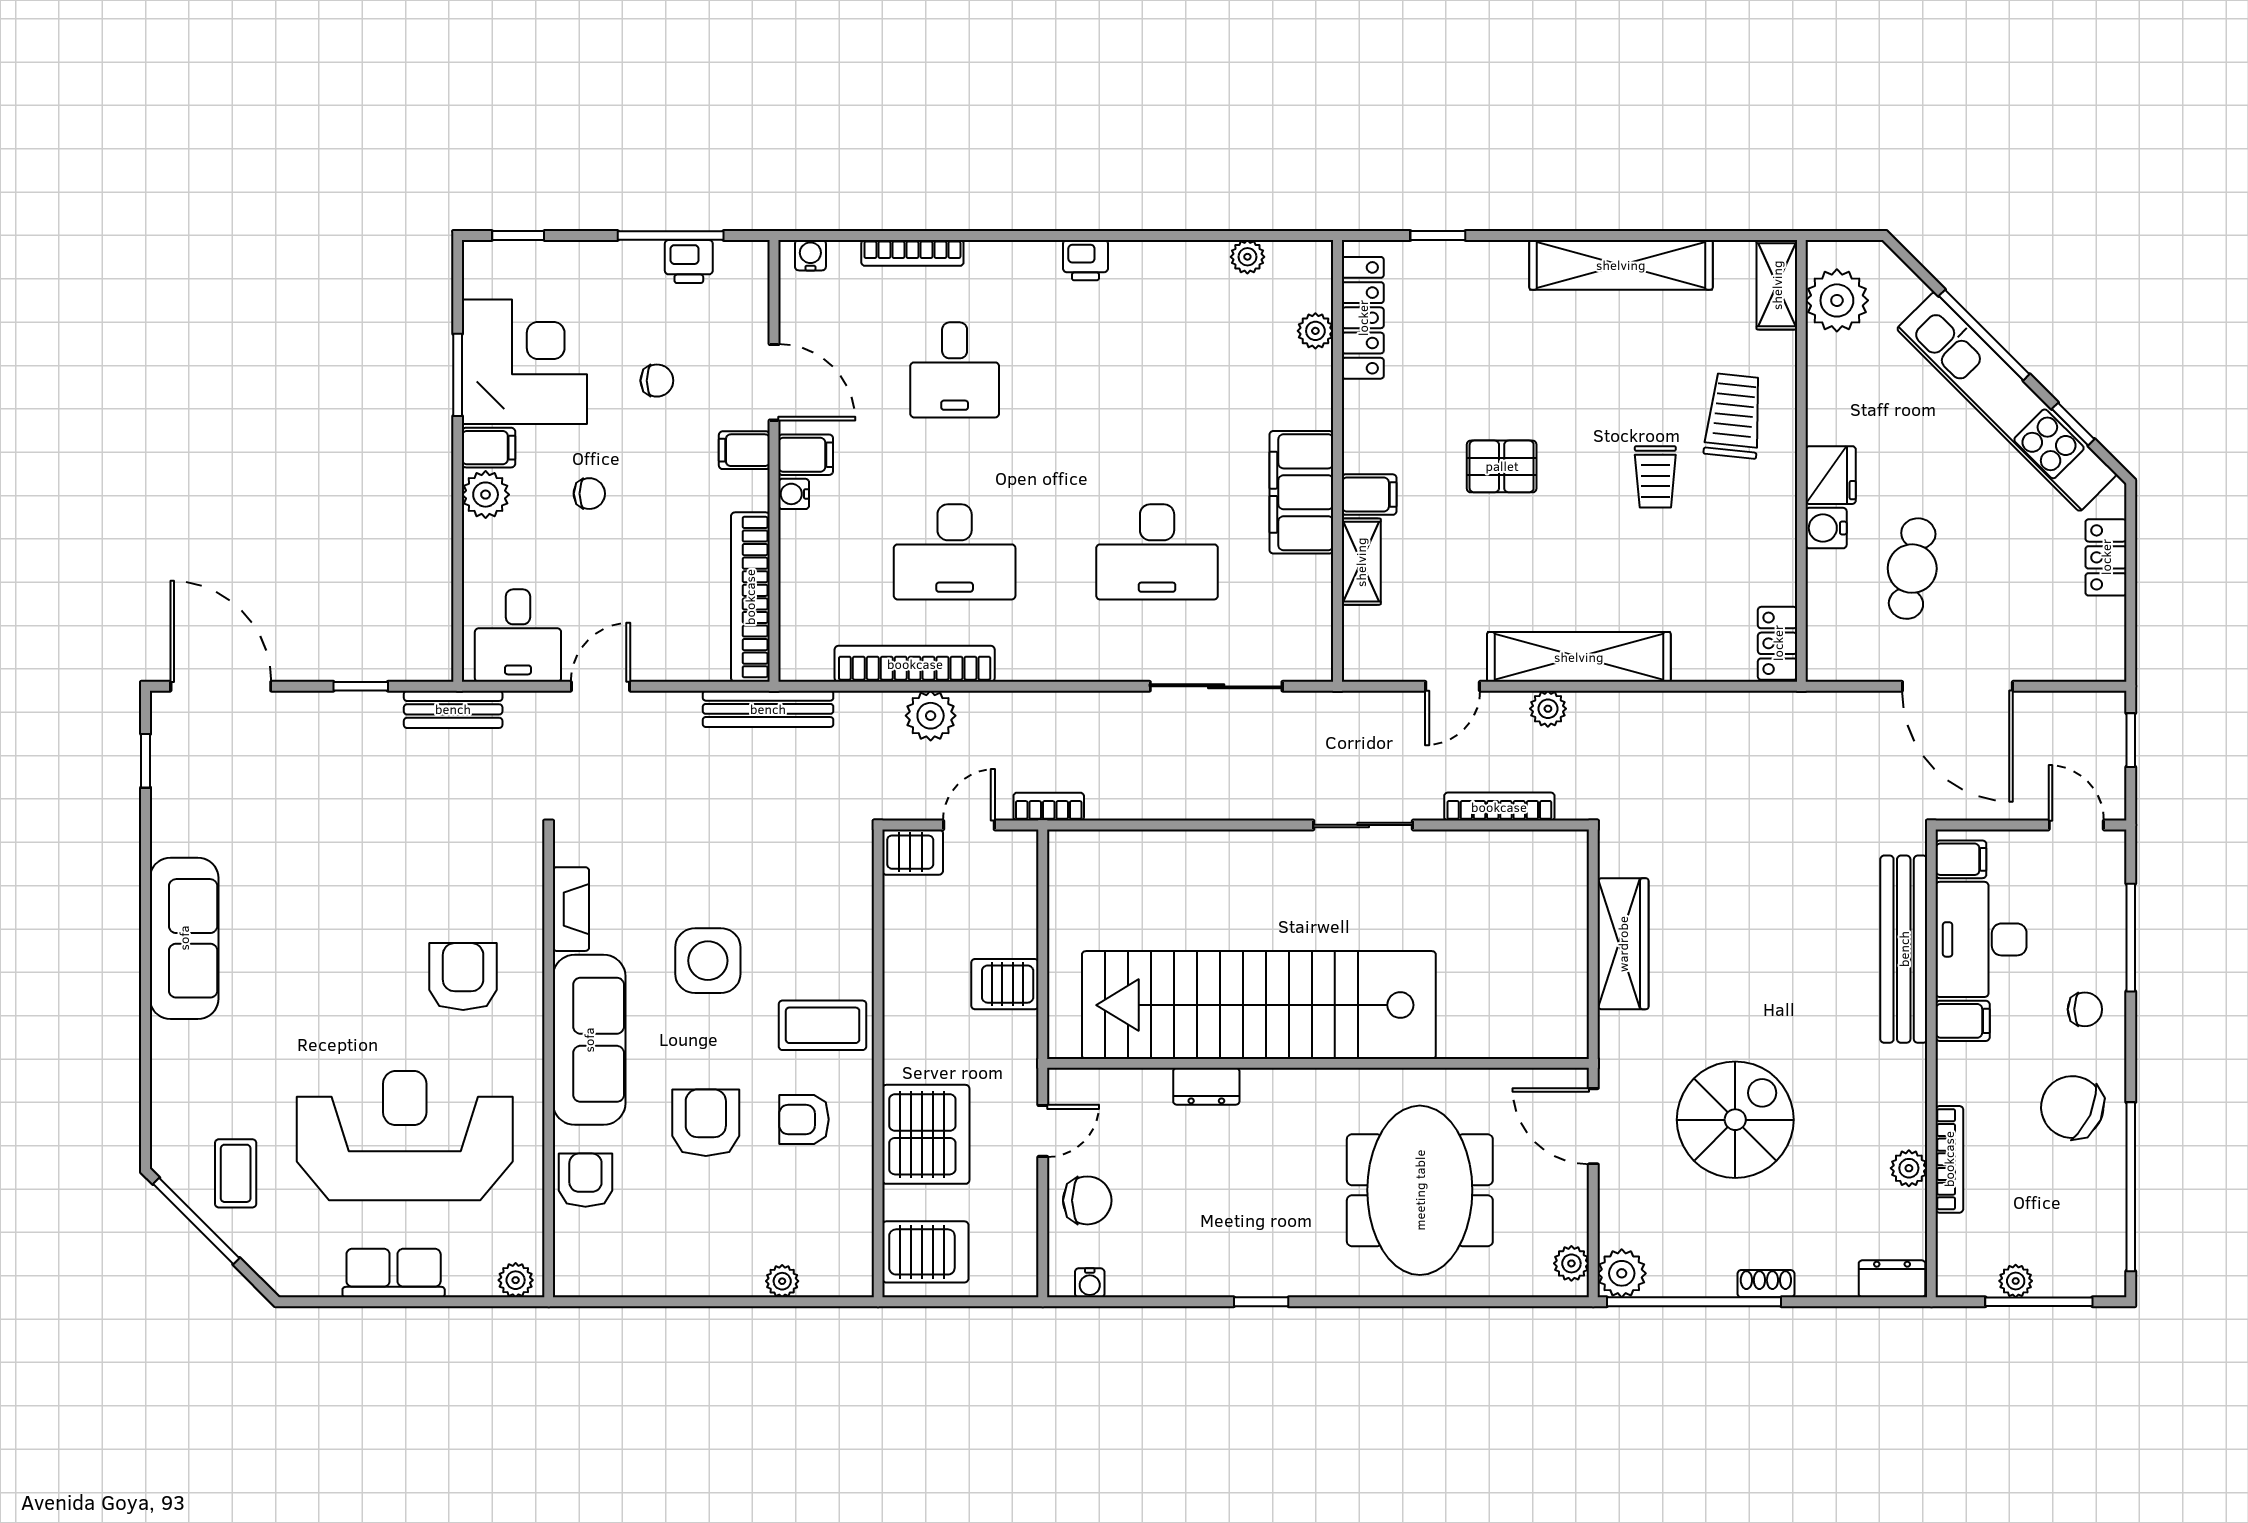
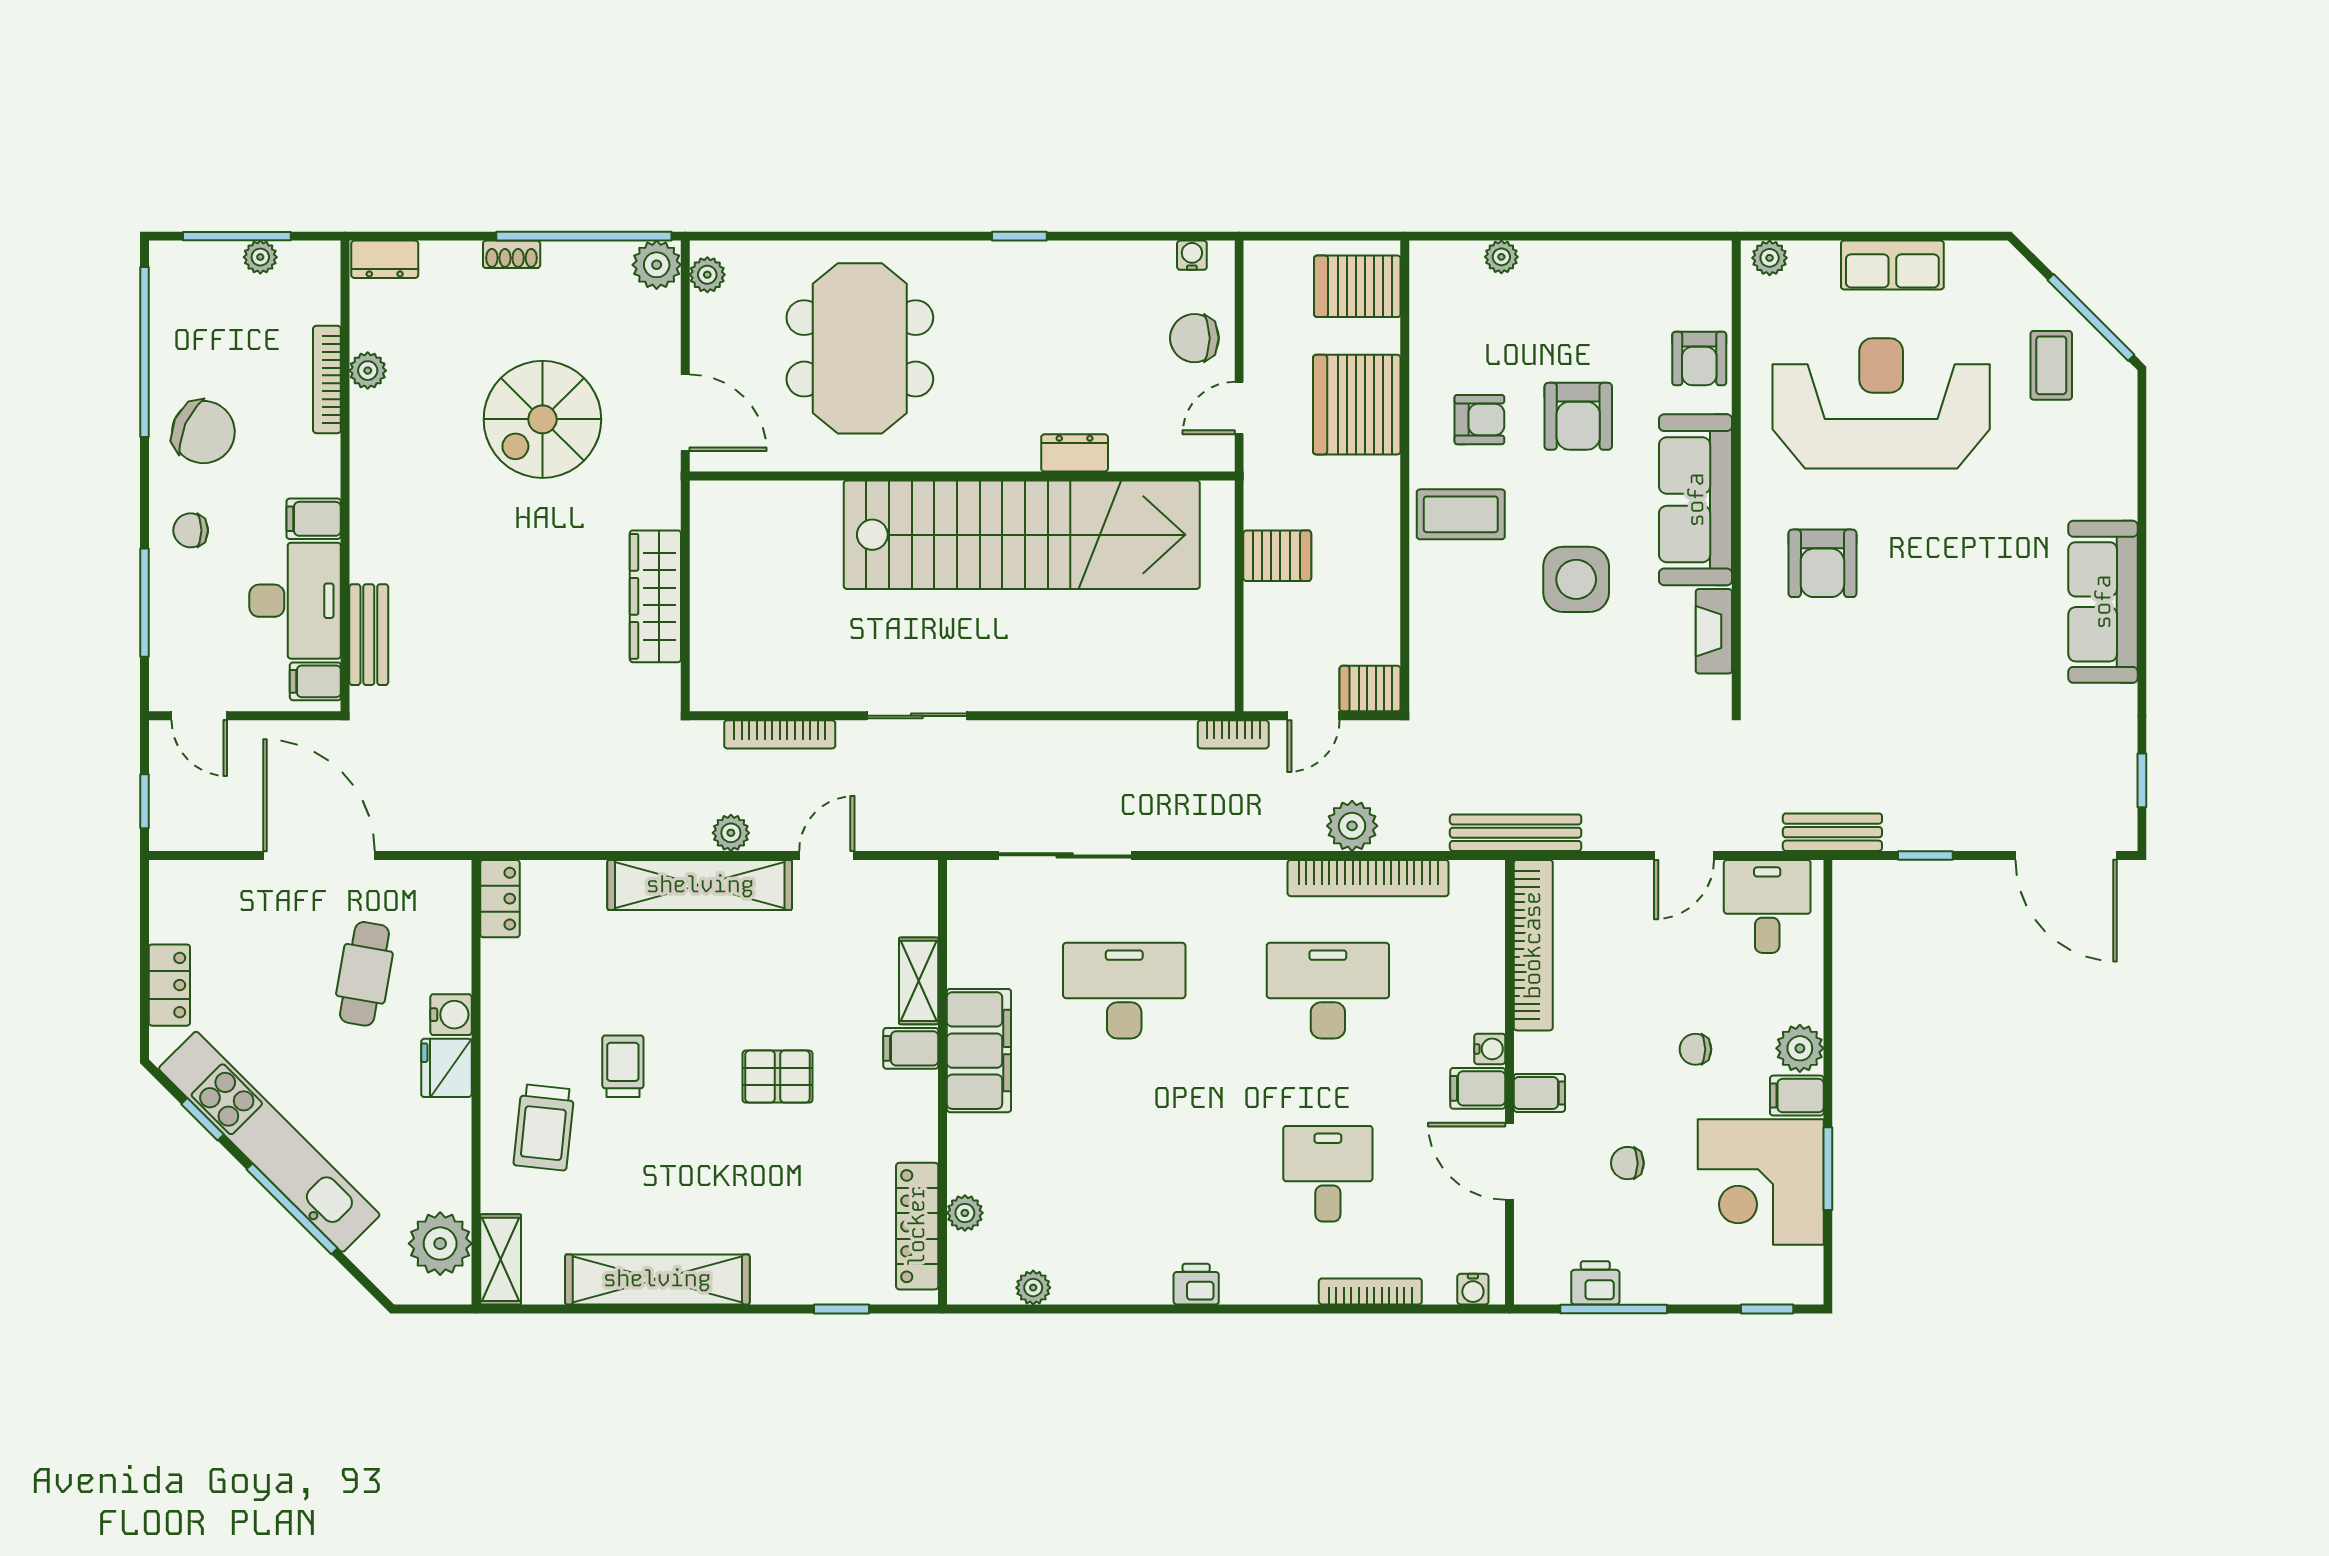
bench: (1904, 949) -> (369, 635), width x0.54, depth x0.82
reception desk: (405, 1136) -> (1881, 403), turned 180

